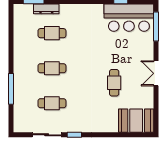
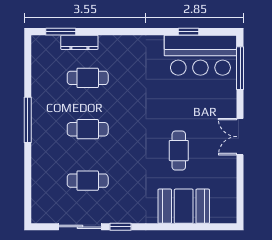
window: (11, 89) -> (28, 120), moved
booth: (136, 121) -> (184, 206), moved

